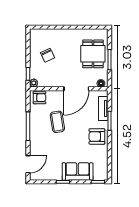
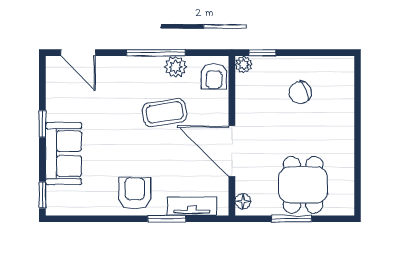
dining table: (93, 54) -> (303, 185), turned 90
plant: (35, 117) -> (175, 67), added

